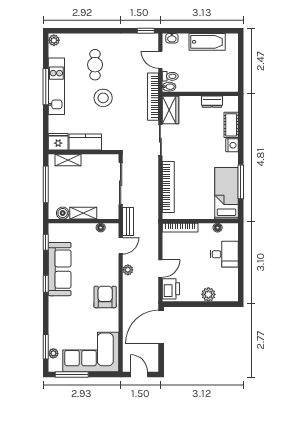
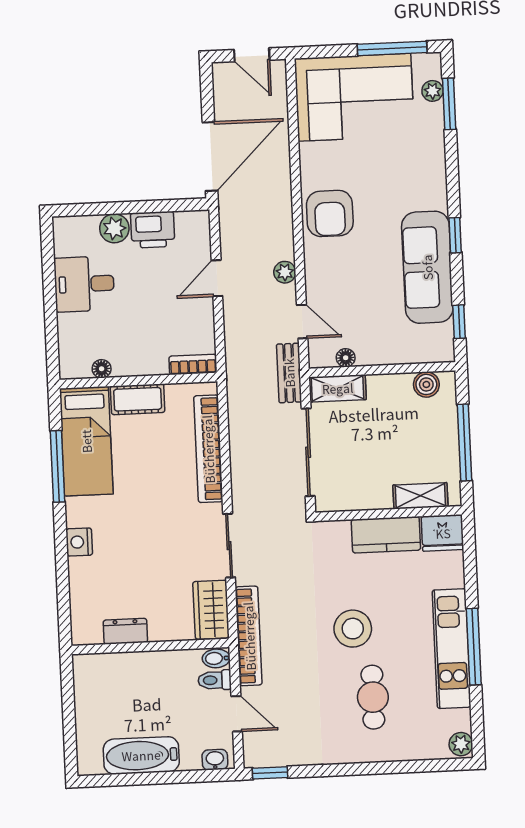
cot: (231, 125) -> (138, 399), moved, turned 90
shelving: (83, 213) -> (338, 388), moved
bookcase: (180, 228) -> (193, 364), width x0.64
door: (121, 246) -> (302, 322), swing flipped
desk: (224, 254) -> (84, 284), moved
printer: (171, 289) -> (153, 230), moved, turned -90

